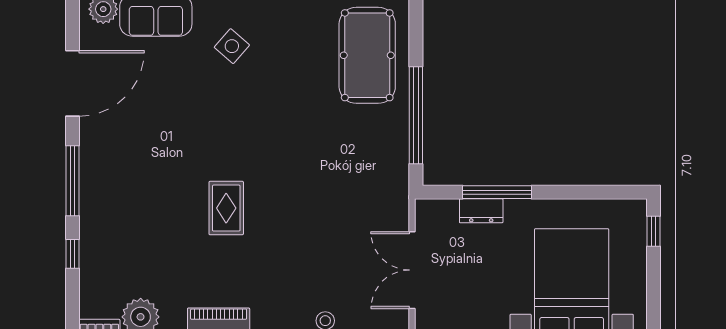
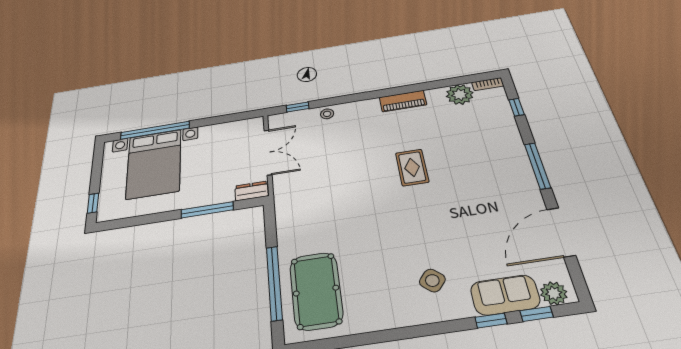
window: (416, 115) -> (274, 283), moved
dresser: (481, 211) -> (251, 191), moved
window: (72, 254) -> (517, 107), moved

